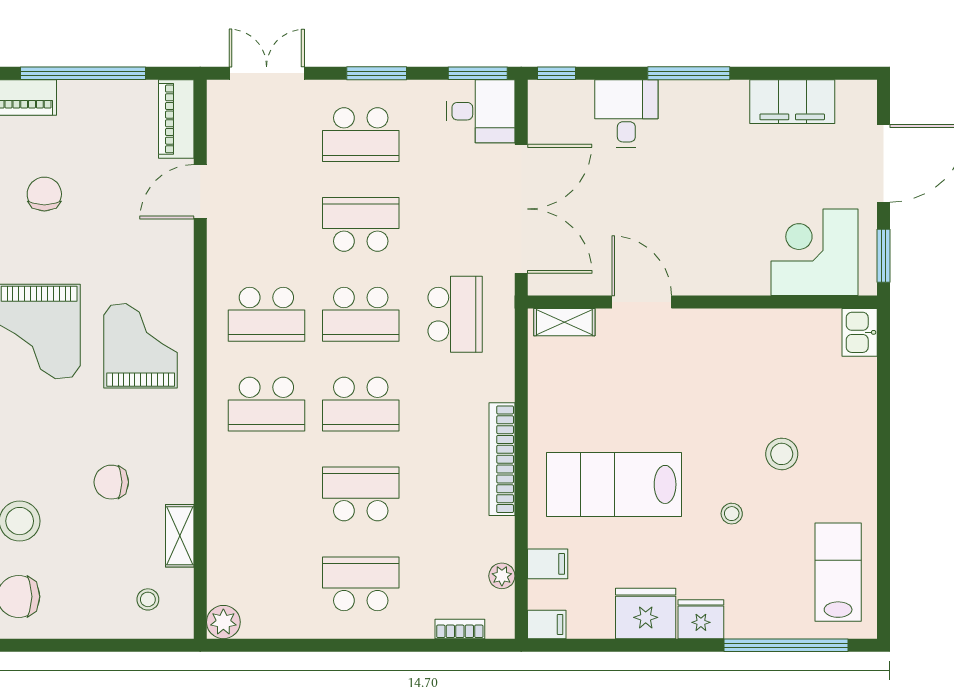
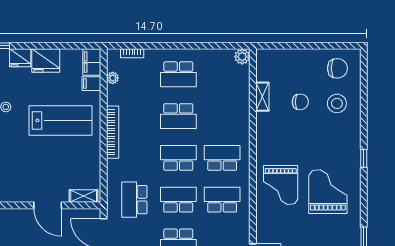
chair: (111, 482) -> (300, 102), moved
stool: (148, 599) -> (277, 67), removed
filing cabinet: (547, 624) -> (92, 62), width x2.00

